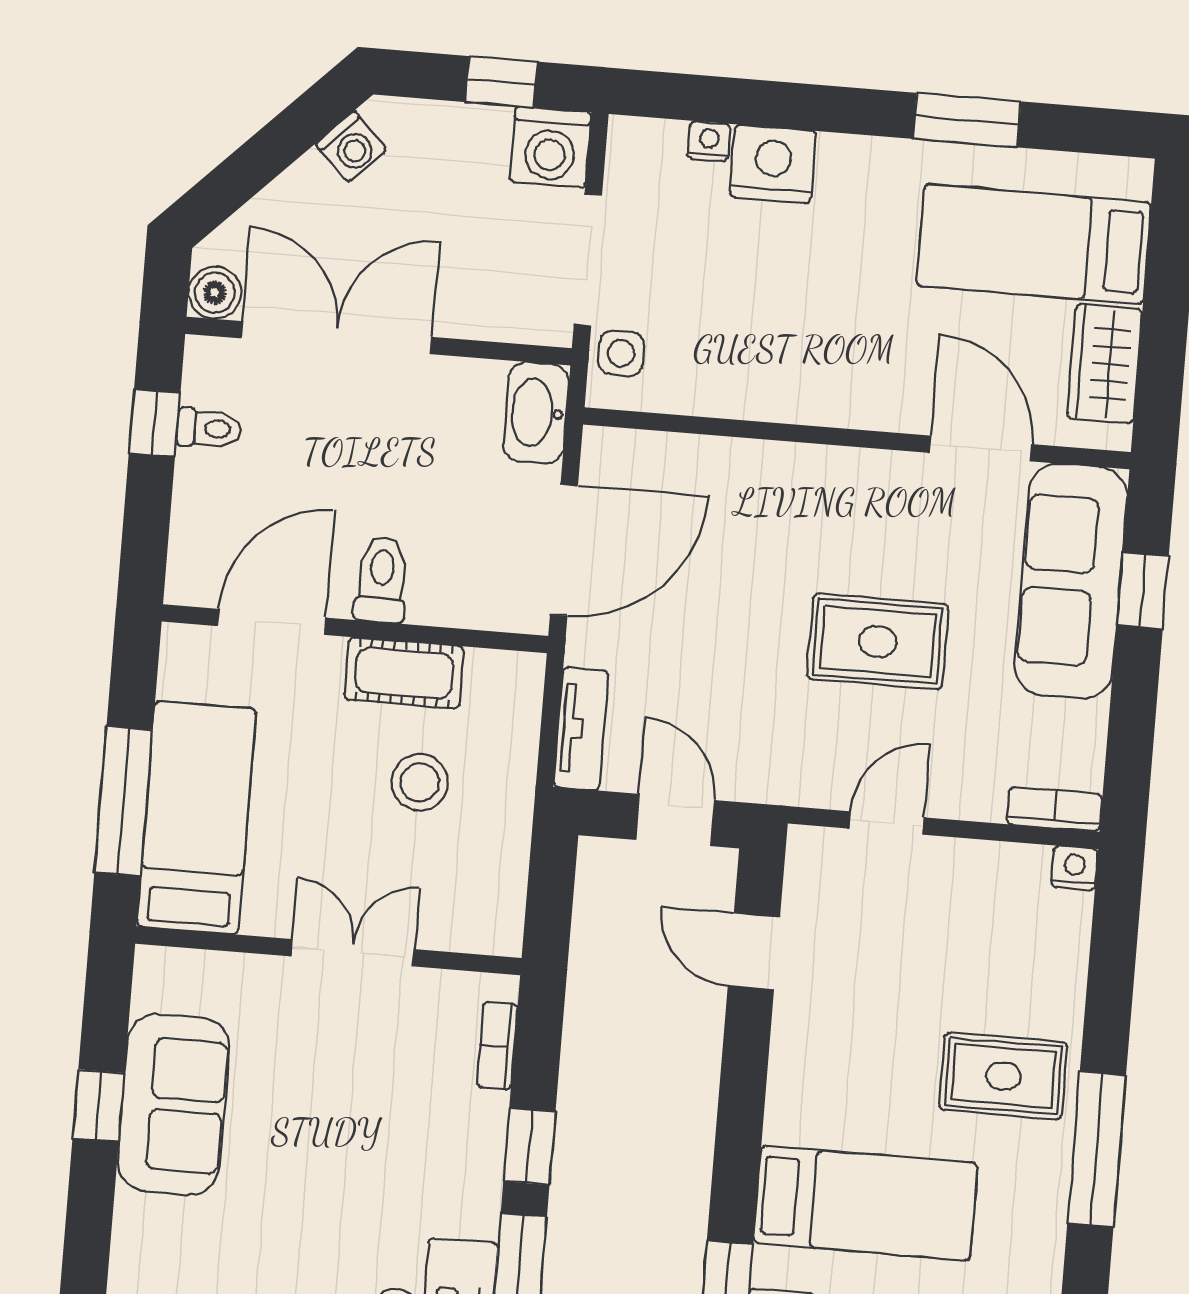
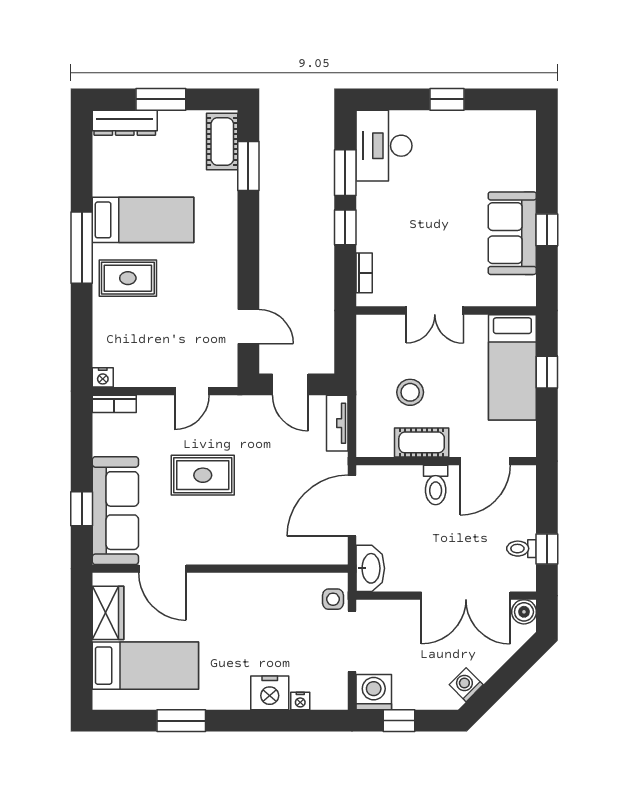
window: (124, 801) -> (547, 372), width x0.46
bed: (865, 1203) -> (143, 220), moved, turned 180

